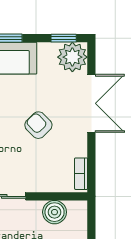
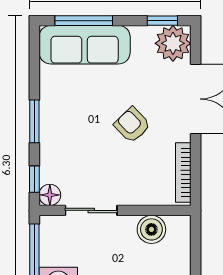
bookcase: (81, 174) -> (183, 173), width x1.56

